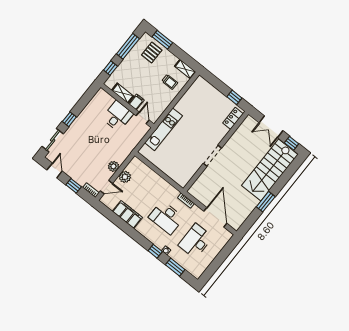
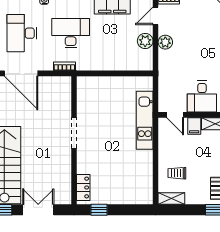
desk: (196, 241) -> (22, 33), turned 180

